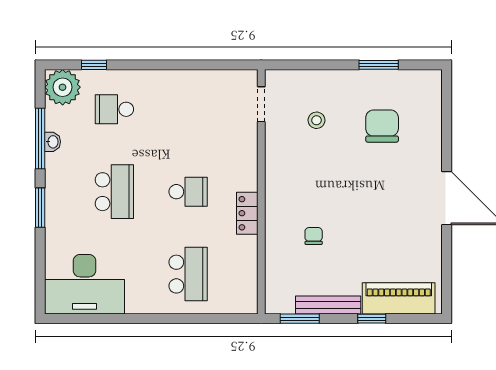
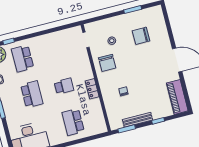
school desk: (114, 109) -> (23, 58), width x1.85
chair: (382, 126) -> (141, 36), turned -90
chair: (294, 166) -> (107, 63), added
school desk: (188, 274) -> (73, 122), turned 180
piano: (399, 298) -> (177, 97), moved, turned -90

